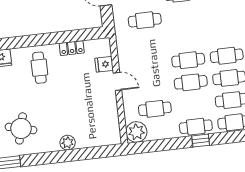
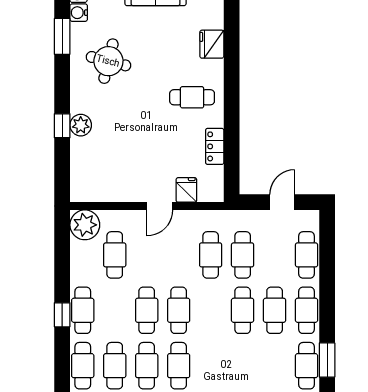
cafe table: (183, 16) -> (243, 310), added
cafe table: (147, 42) -> (211, 255), added
window: (69, 155) -> (62, 126), added

